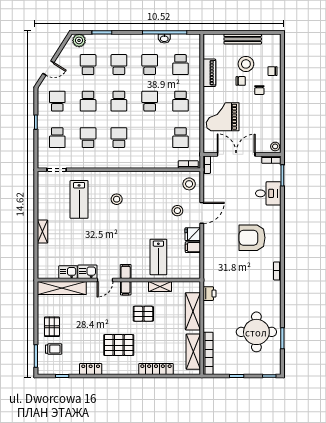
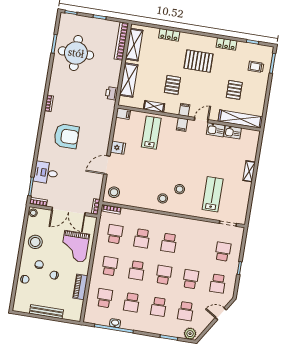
stool: (246, 64) -> (35, 242), moved
grand piano: (223, 117) -> (75, 246), turned 90
school desk: (88, 138) -> (142, 238), moved
stool: (177, 211) -> (163, 198), moved
filing cabinet: (193, 247) -> (123, 114), moved
pallet: (143, 314) -> (172, 85), turned 90
pallet: (52, 327) -> (234, 90), moved
locker: (156, 369) -> (169, 35), width x0.66

